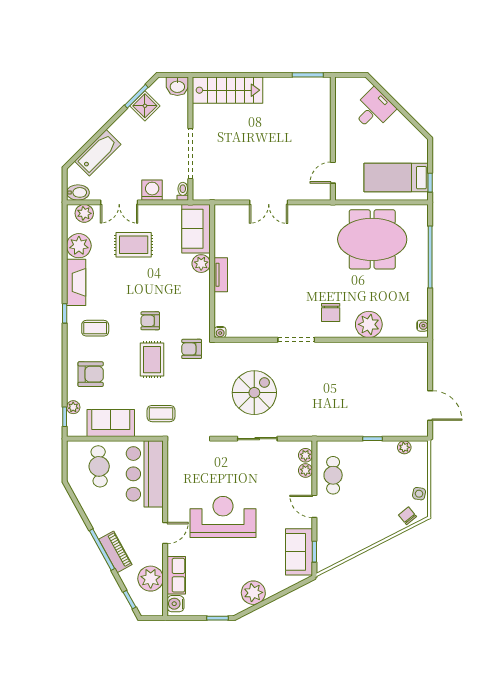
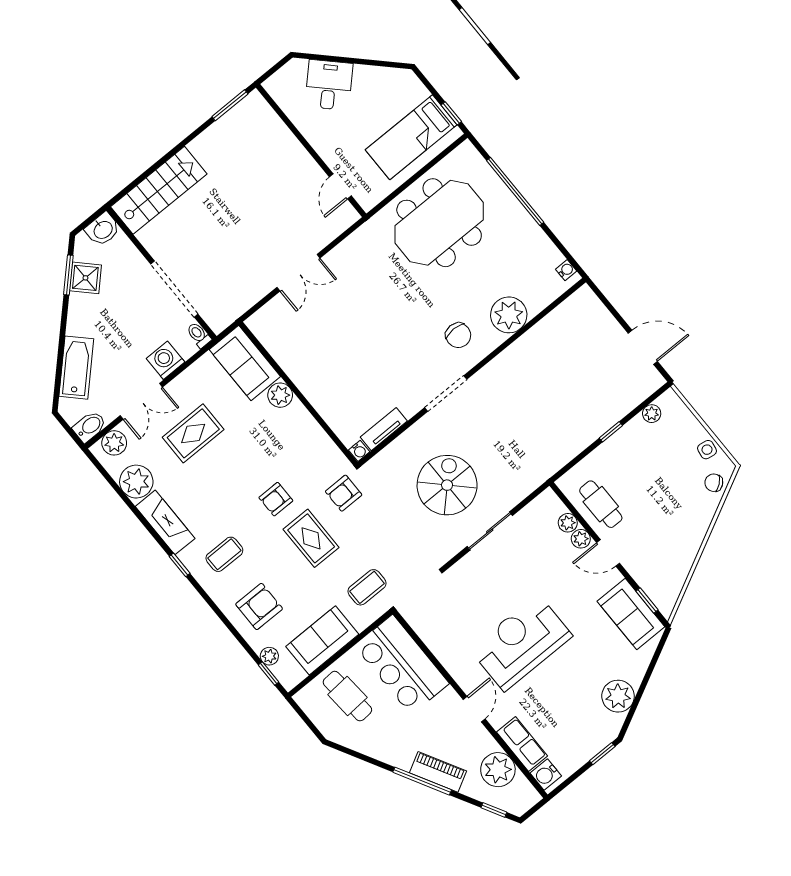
tv unit: (221, 275) -> (384, 429), moved, turned -90
plant: (305, 455) -> (581, 539), moved

